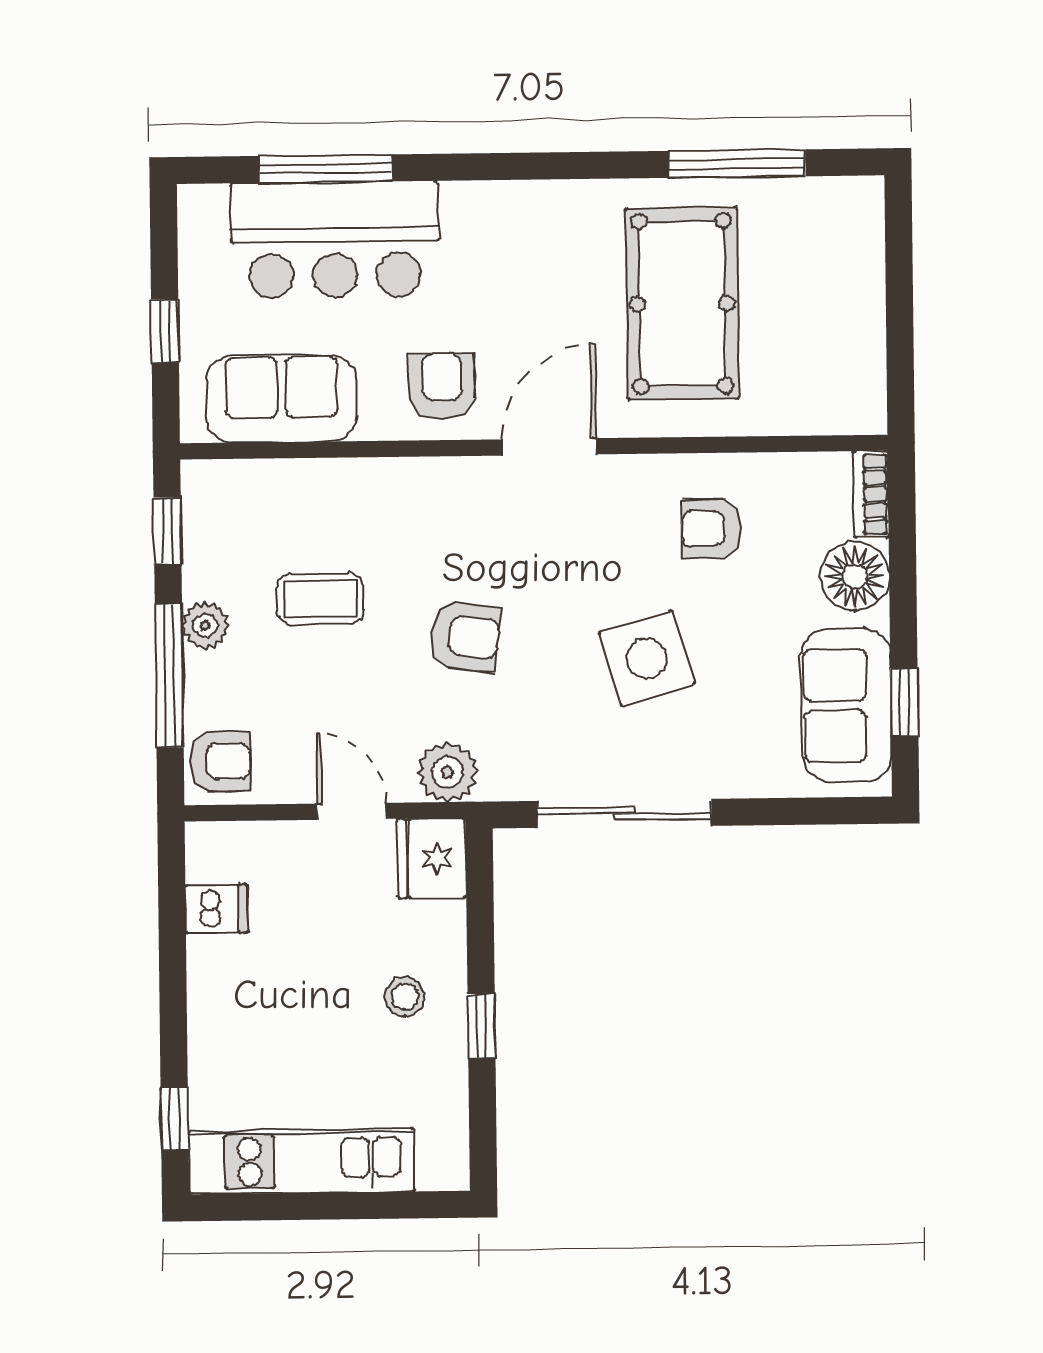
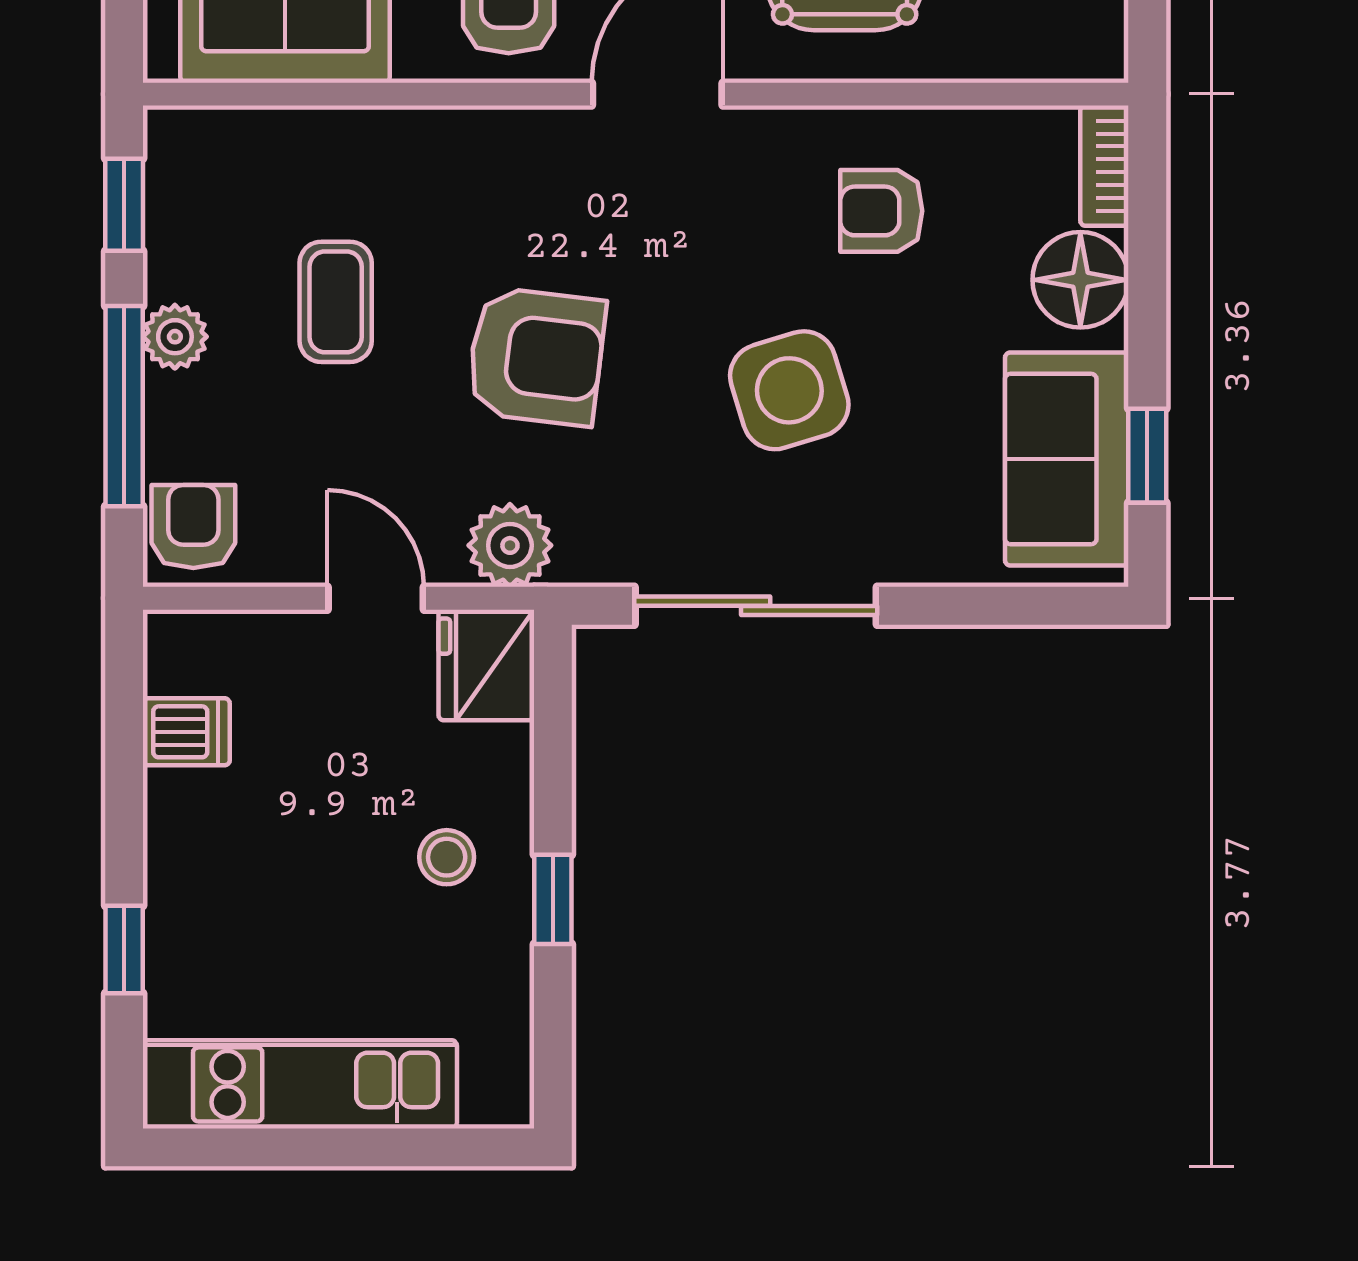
coffee table: (320, 599) -> (336, 302), turned 90
armchair: (465, 636) -> (536, 356), width x1.38, depth x1.38
armchair: (220, 761) -> (193, 527), turned -90
window: (175, 1119) -> (124, 950), moved

